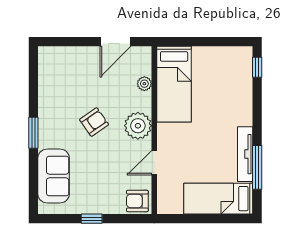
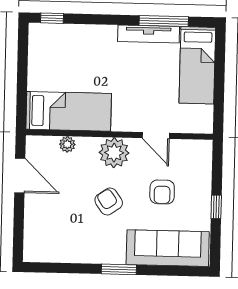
sofa: (54, 176) -> (168, 248), width x1.36
armchair: (137, 201) -> (162, 192), moved

